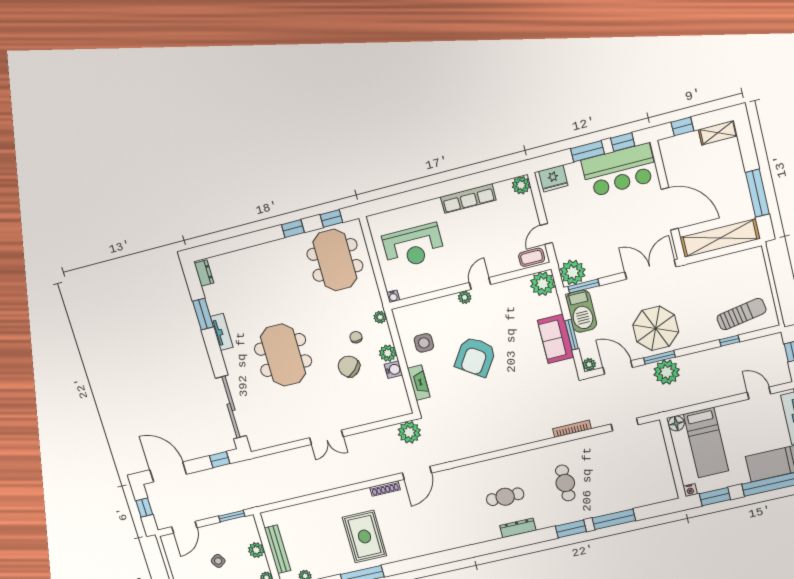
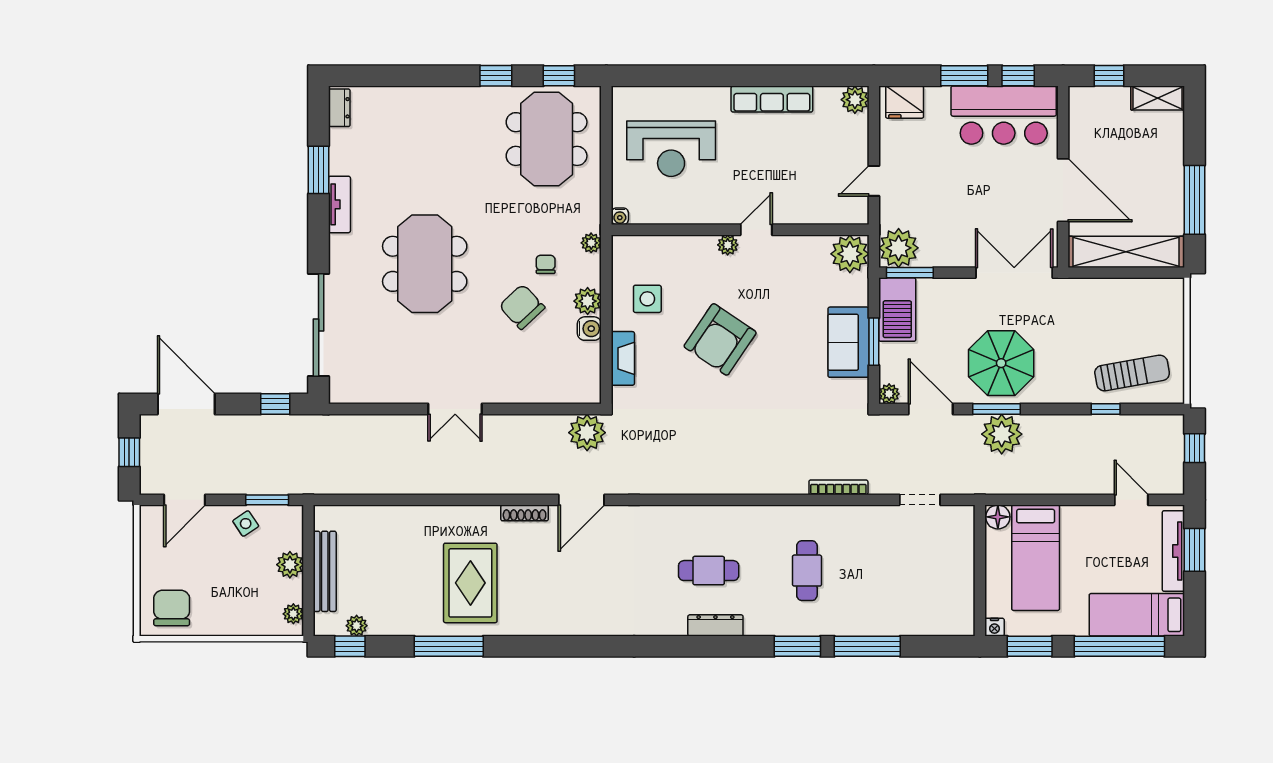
coffee table: (532, 257) -> (843, 210), removed
side table: (218, 561) -> (246, 524), moved

